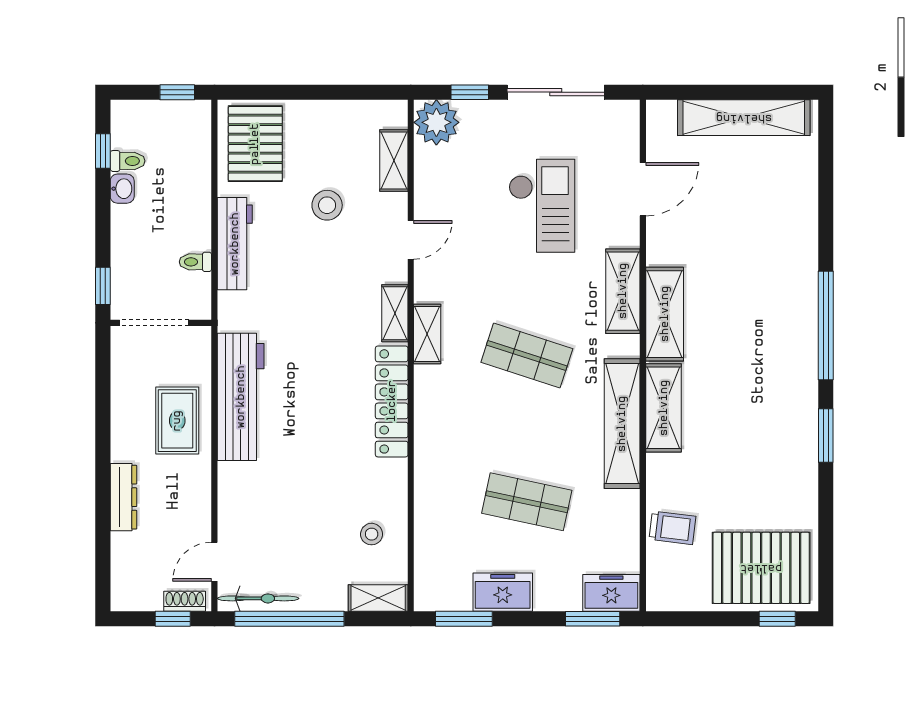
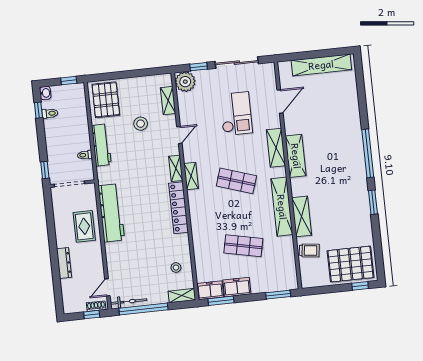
washbasin: (122, 189) -> (45, 93), moved
shelving: (664, 408) -> (302, 216), moved
freezer: (611, 593) -> (210, 290), moved

